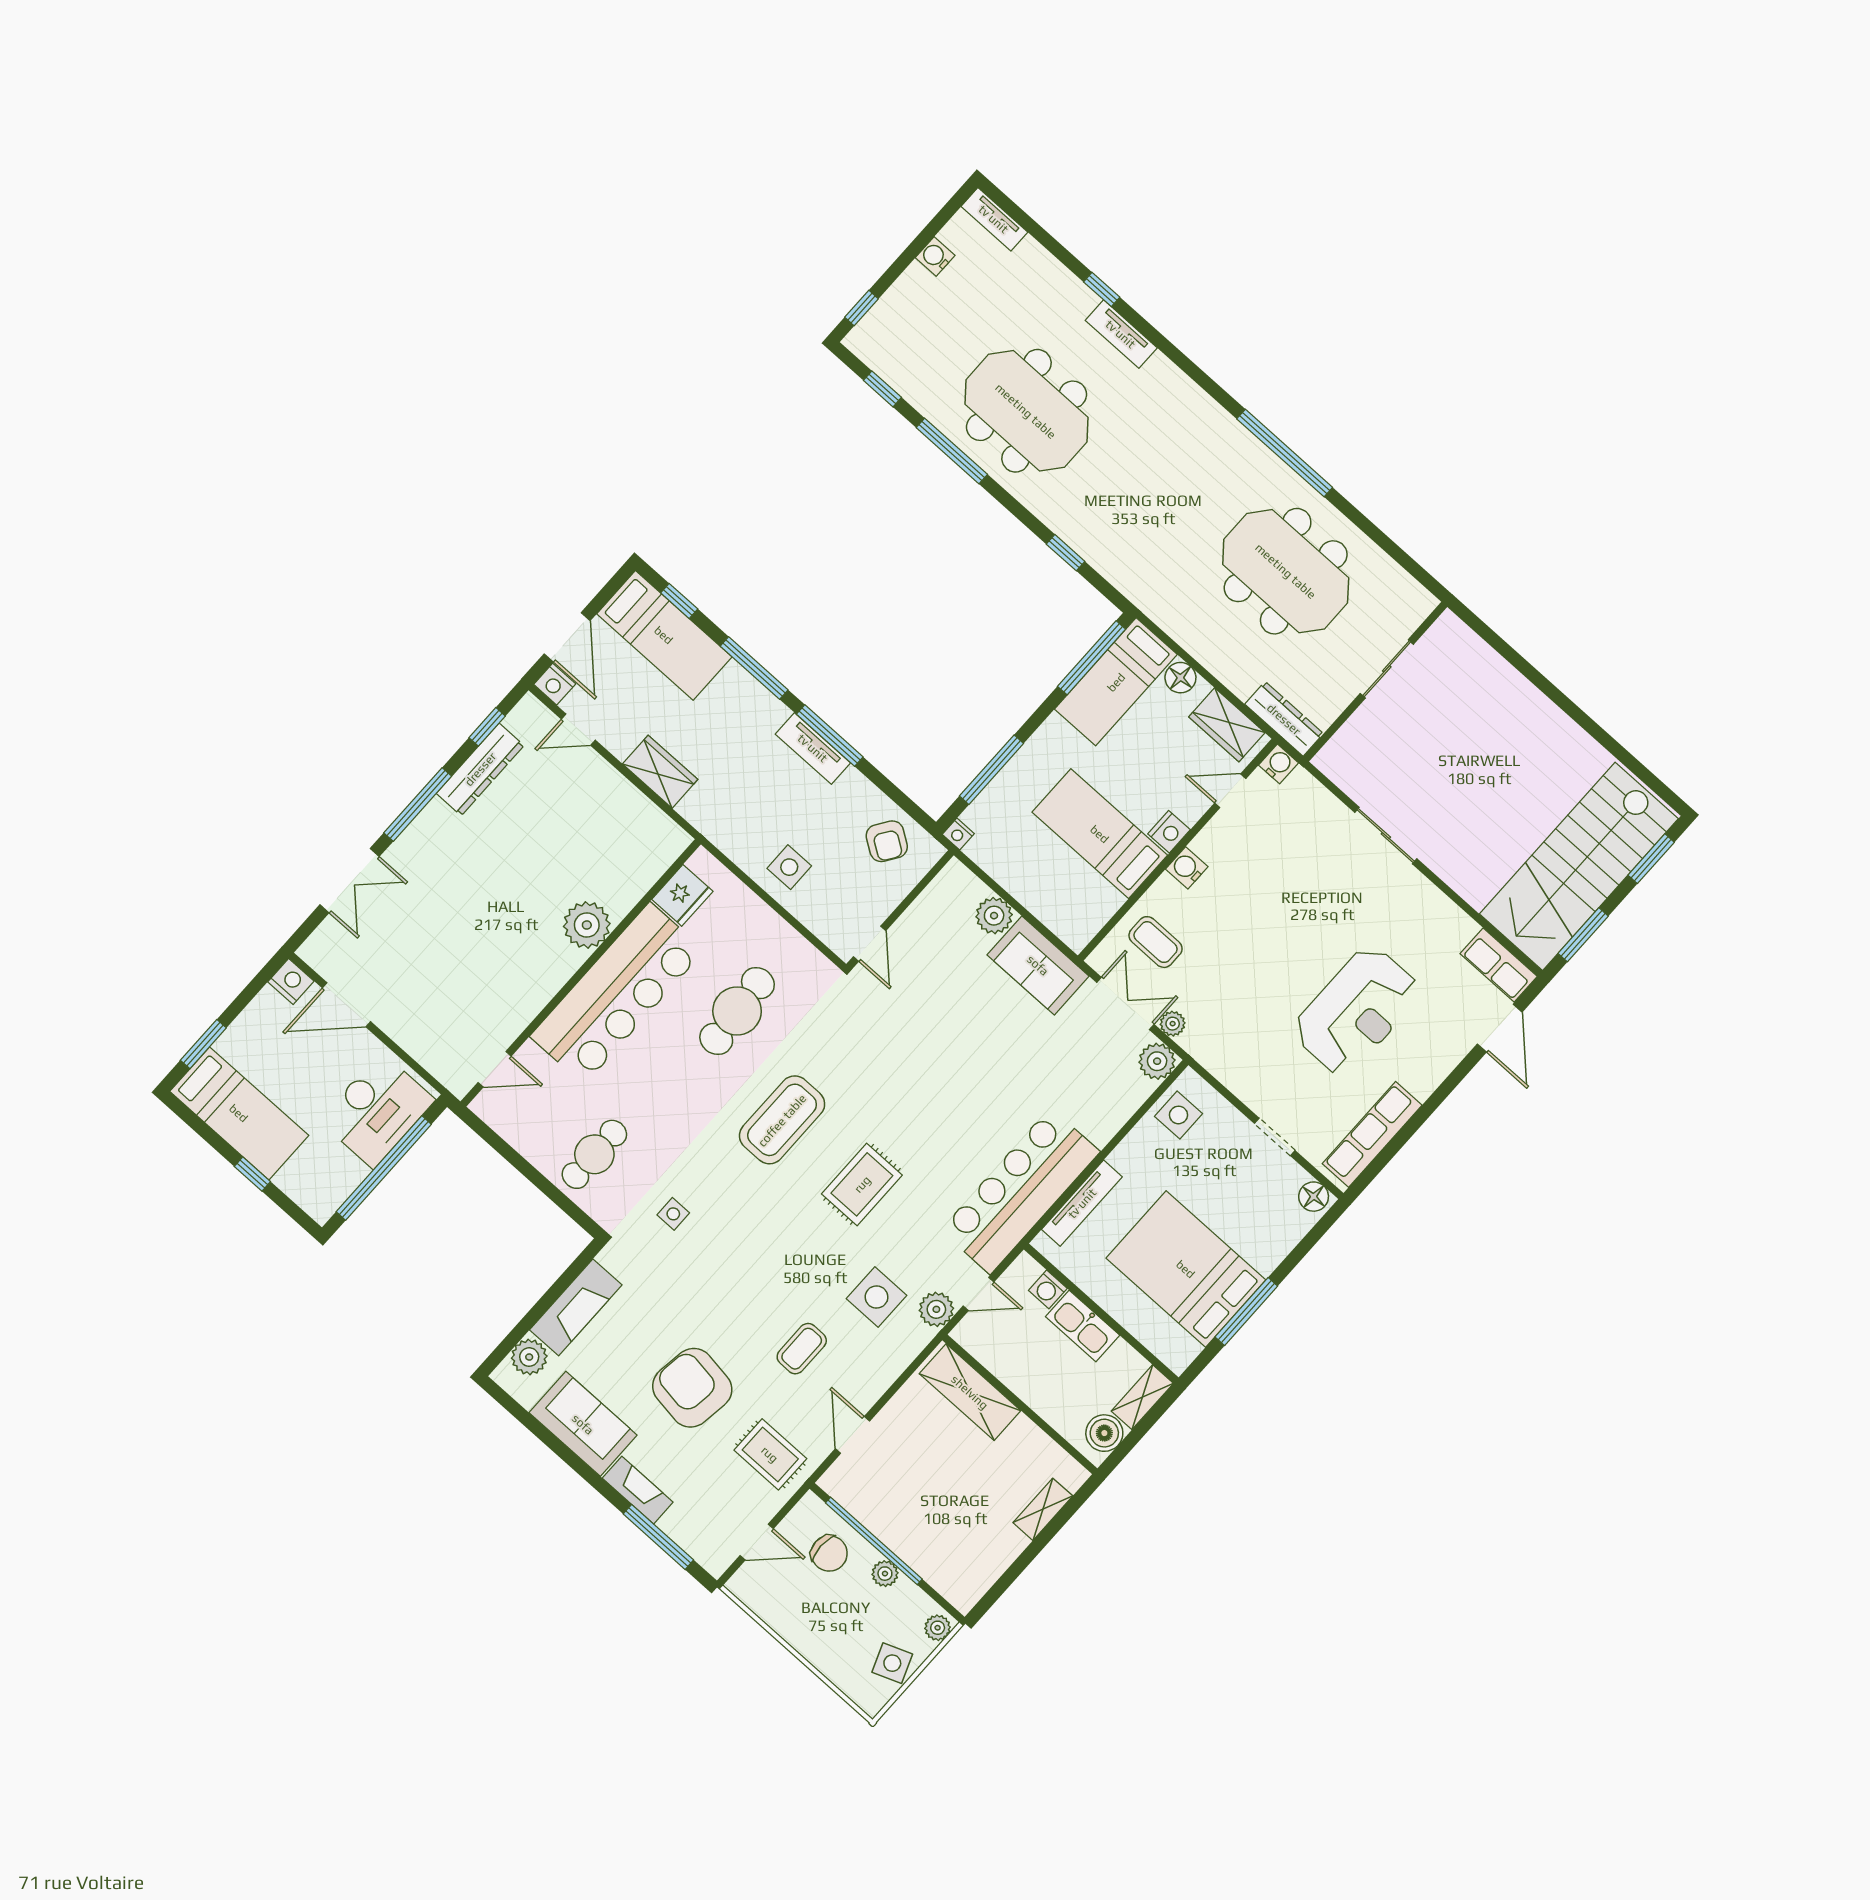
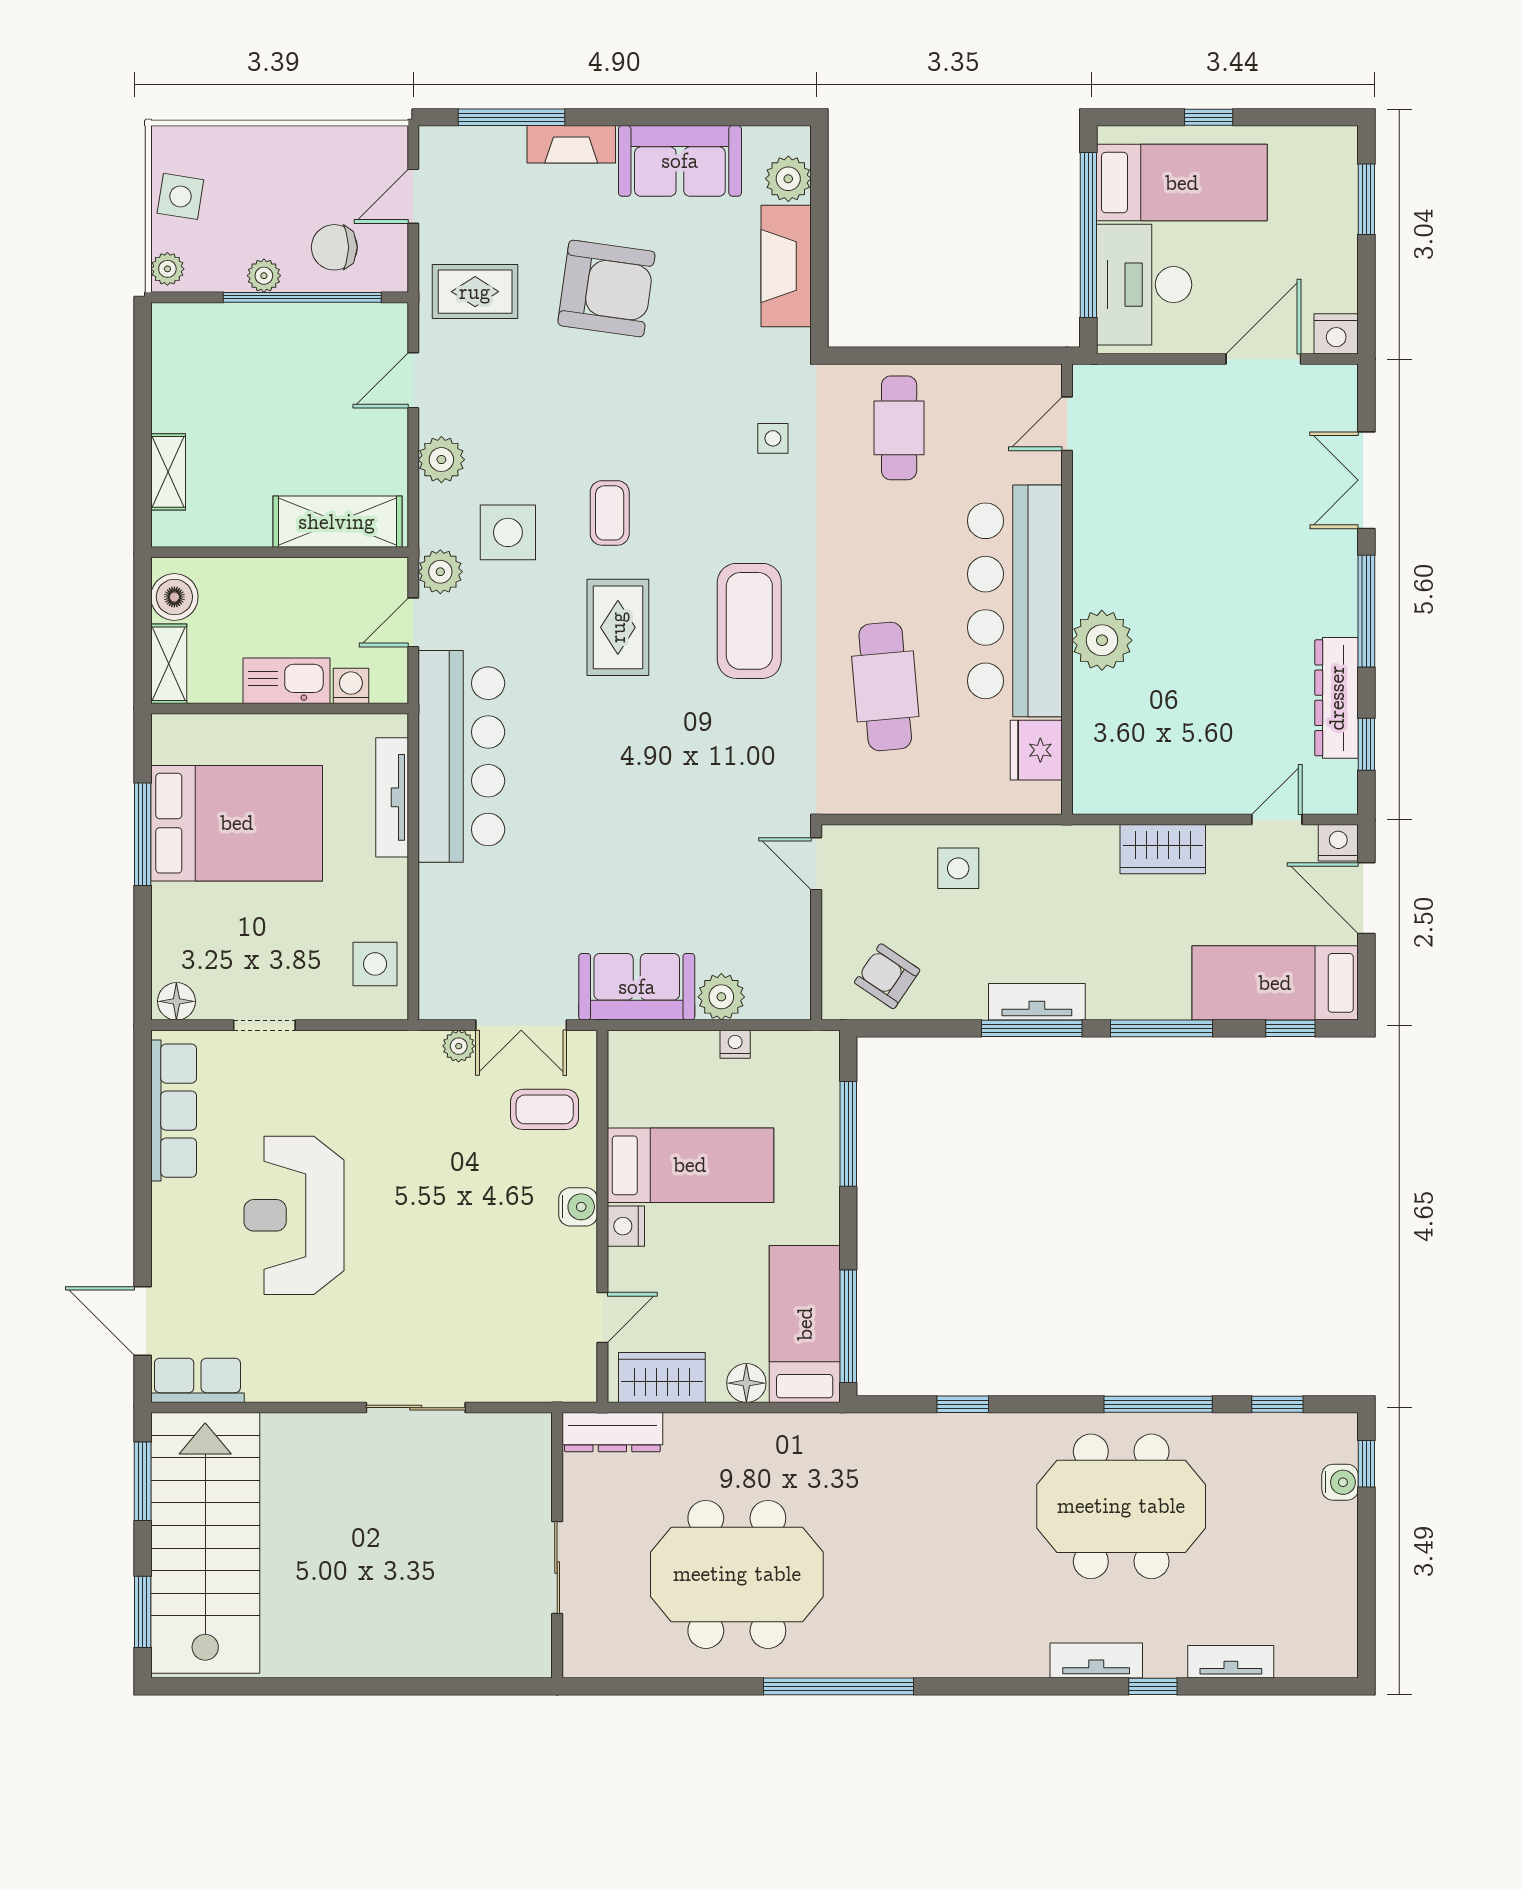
tv unit: (994, 219) -> (1231, 1662), moved
water cooler: (935, 256) -> (1340, 1482), moved
water cooler: (1279, 764) -> (579, 1384), removed
nightstand: (958, 834) -> (735, 1044), moved
plant: (1157, 1061) -> (441, 460), moved
bed: (239, 1113) -> (1182, 183), moved, turned 180
coffee table: (802, 1349) -> (610, 513), moved
door: (853, 1435) -> (413, 380), swing flipped
side table: (892, 1663) -> (180, 196), turned 30

